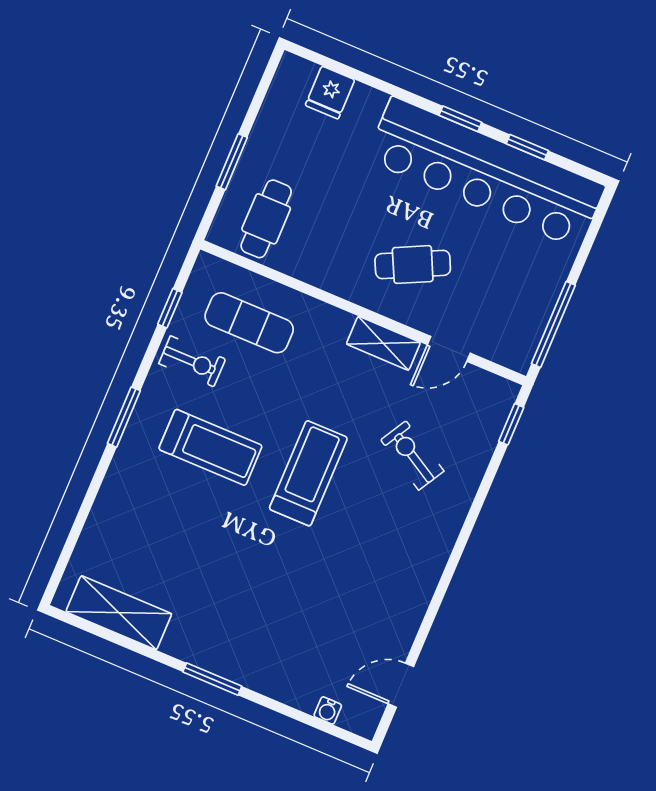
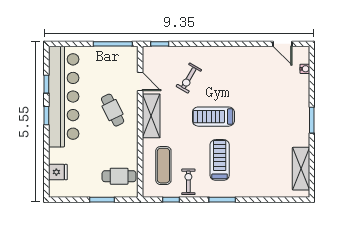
shelving: (383, 343) -> (151, 116), width x1.50, depth x1.33

